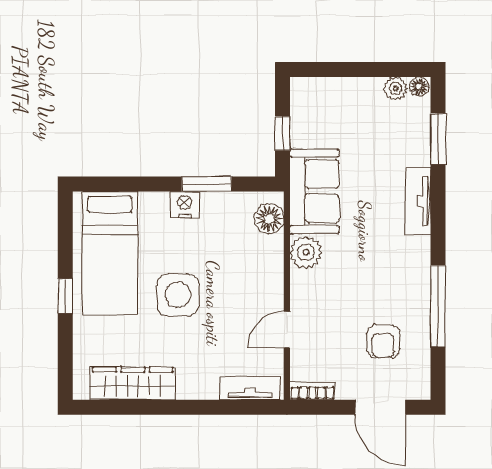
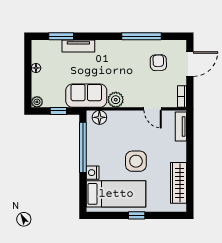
floor lamp: (419, 87) -> (36, 68), moved
plant: (396, 88) -> (37, 102), moved
window: (207, 184) -> (83, 147), width x2.11
tv unit: (418, 201) -> (78, 46), moved
nightstand: (185, 205) -> (93, 173), moved
armchair: (383, 341) -> (158, 63), turned -92

